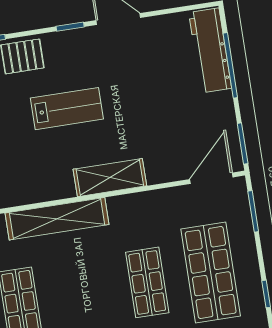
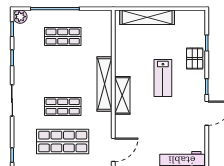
door: (211, 178) -> (113, 150), hinge flipped
shelving: (57, 219) -> (105, 84), moved

